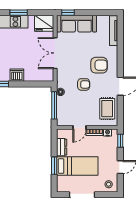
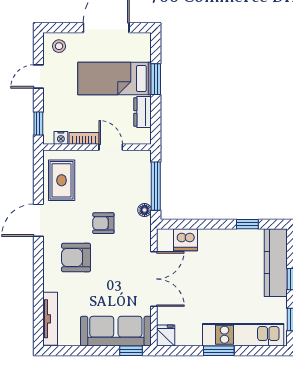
fridge: (44, 23) -> (166, 335), width x0.53, depth x0.75
dishwasher: (17, 75) -> (185, 240), moved
door: (80, 127) -> (111, 147), hinge flipped

